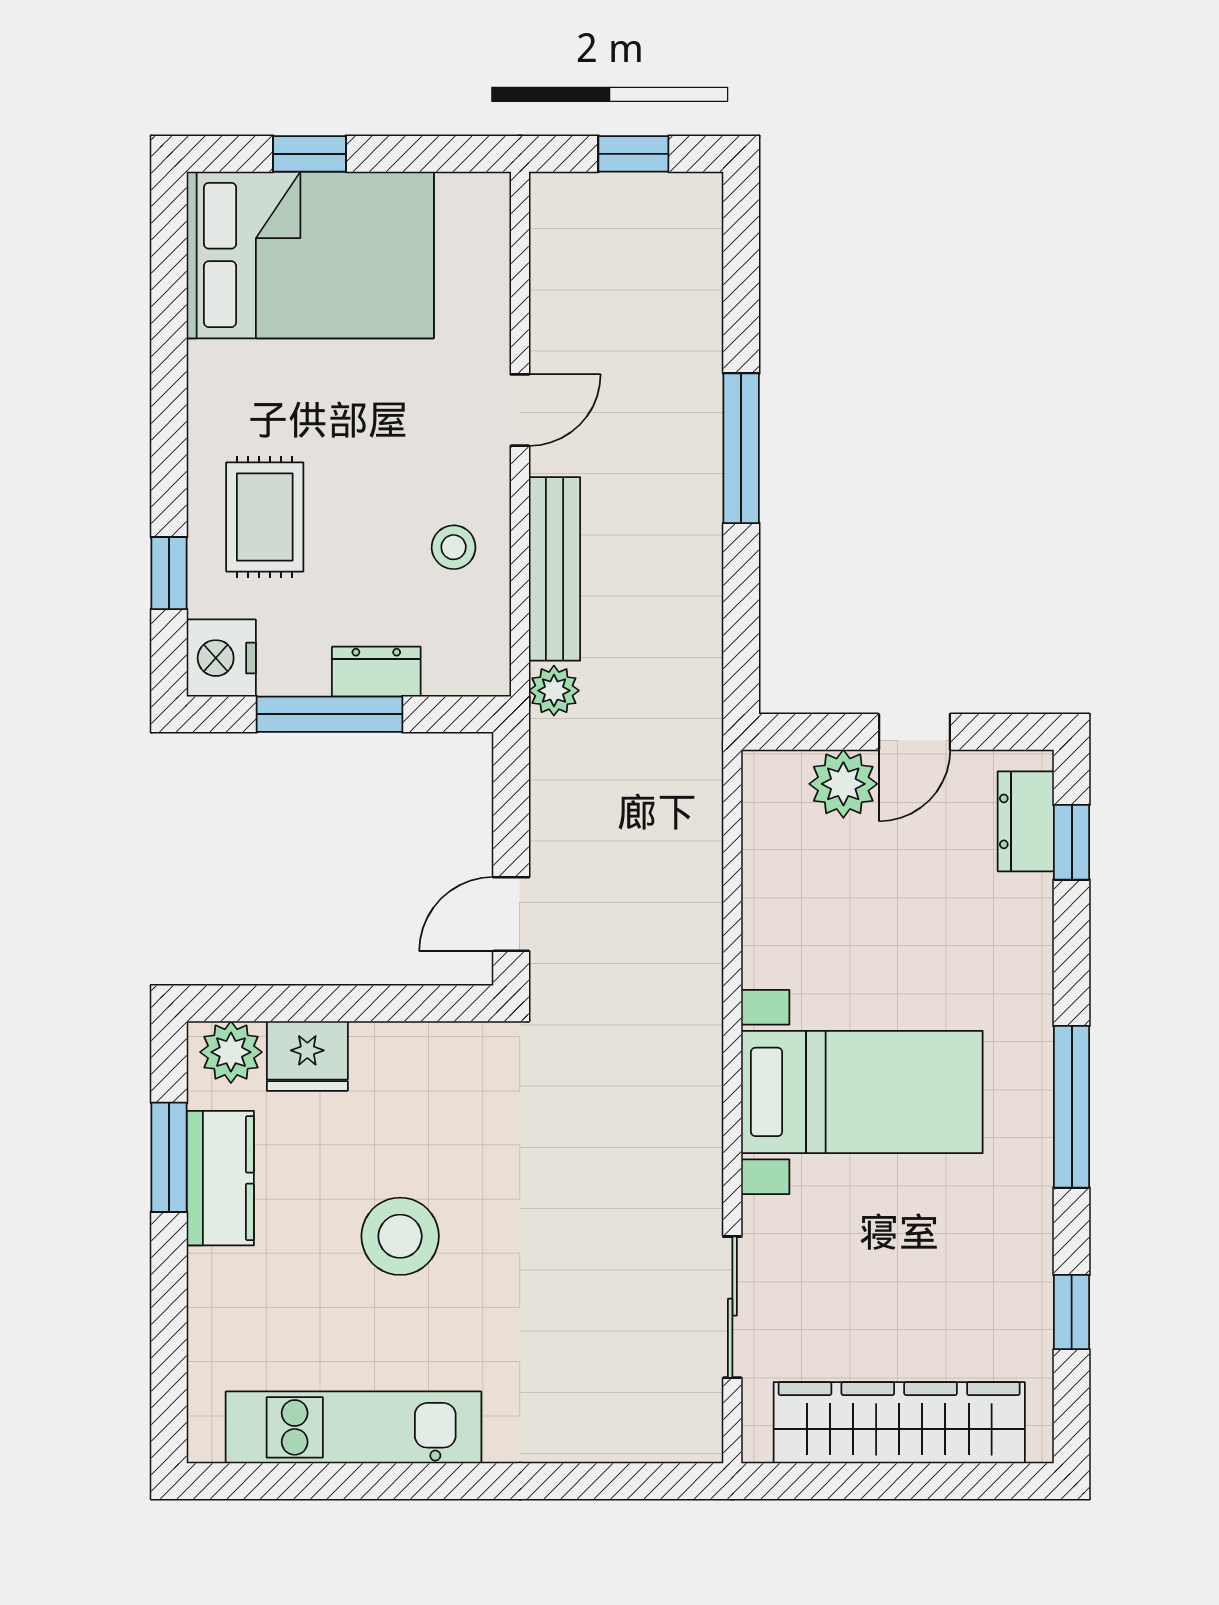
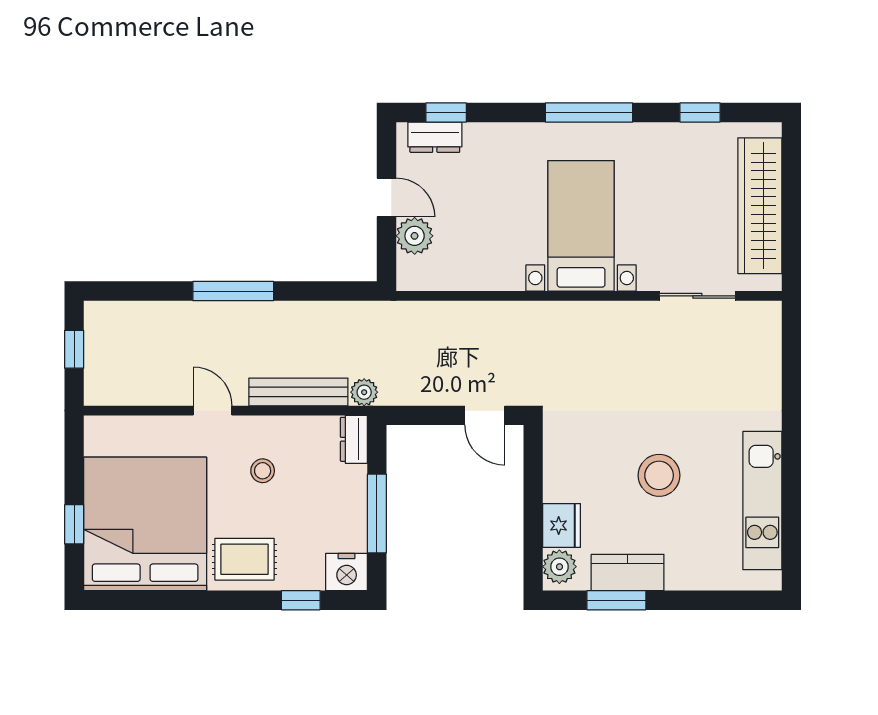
bed: (310, 255) -> (145, 524), width x1.36
rug: (265, 517) -> (244, 559), moved
stool: (454, 547) -> (263, 471), moved
dresser: (376, 672) -> (354, 439), moved

